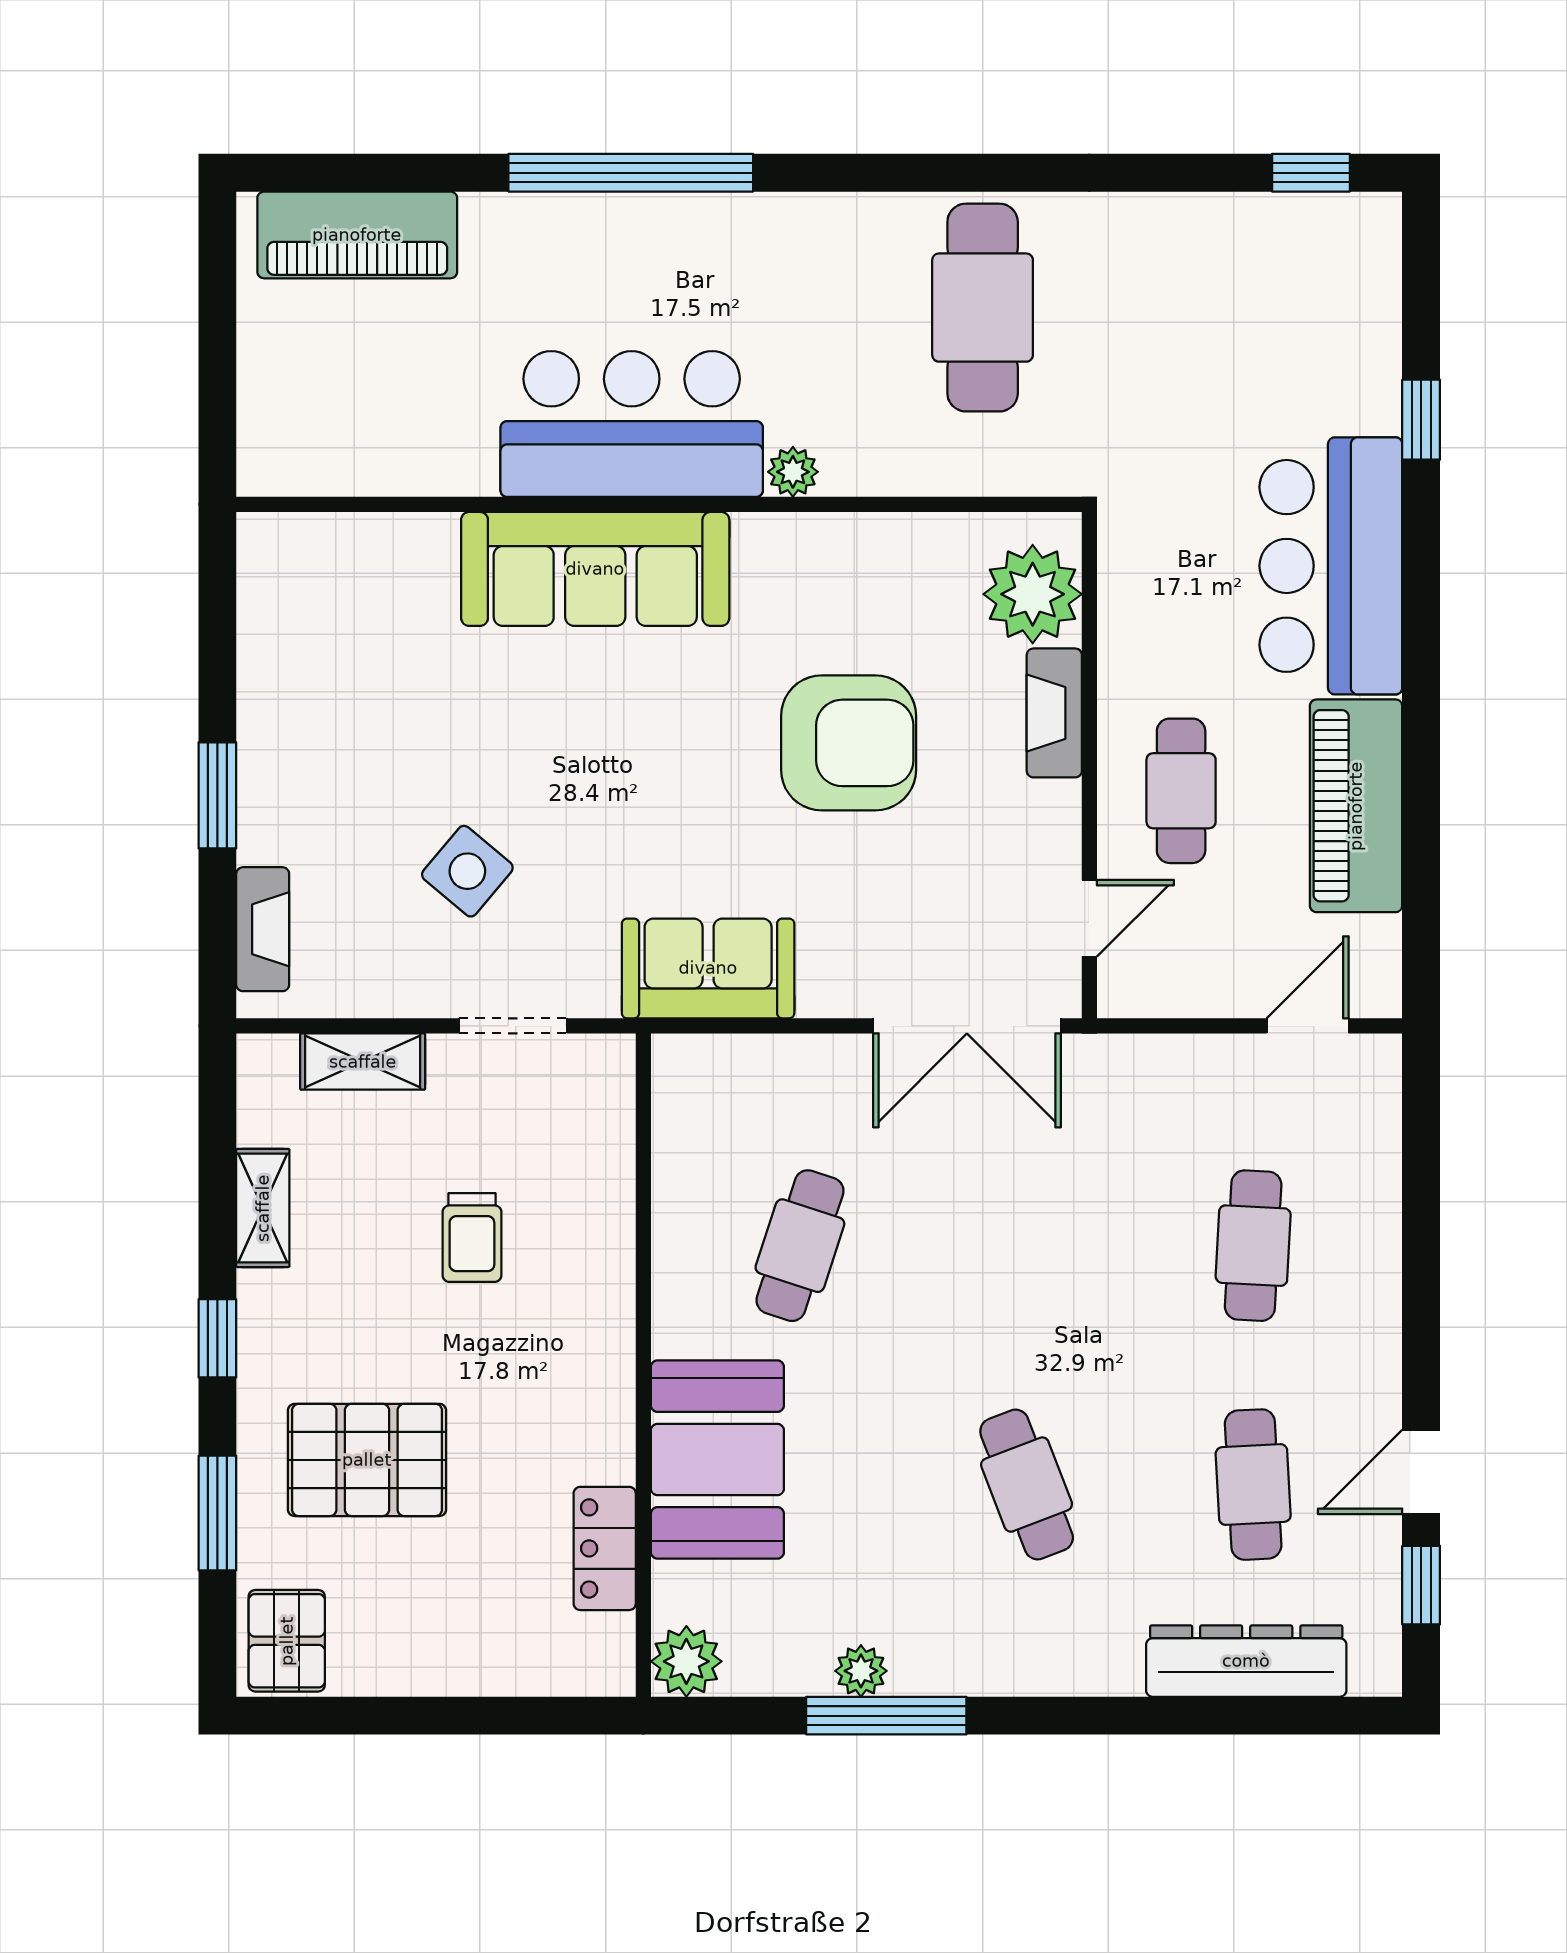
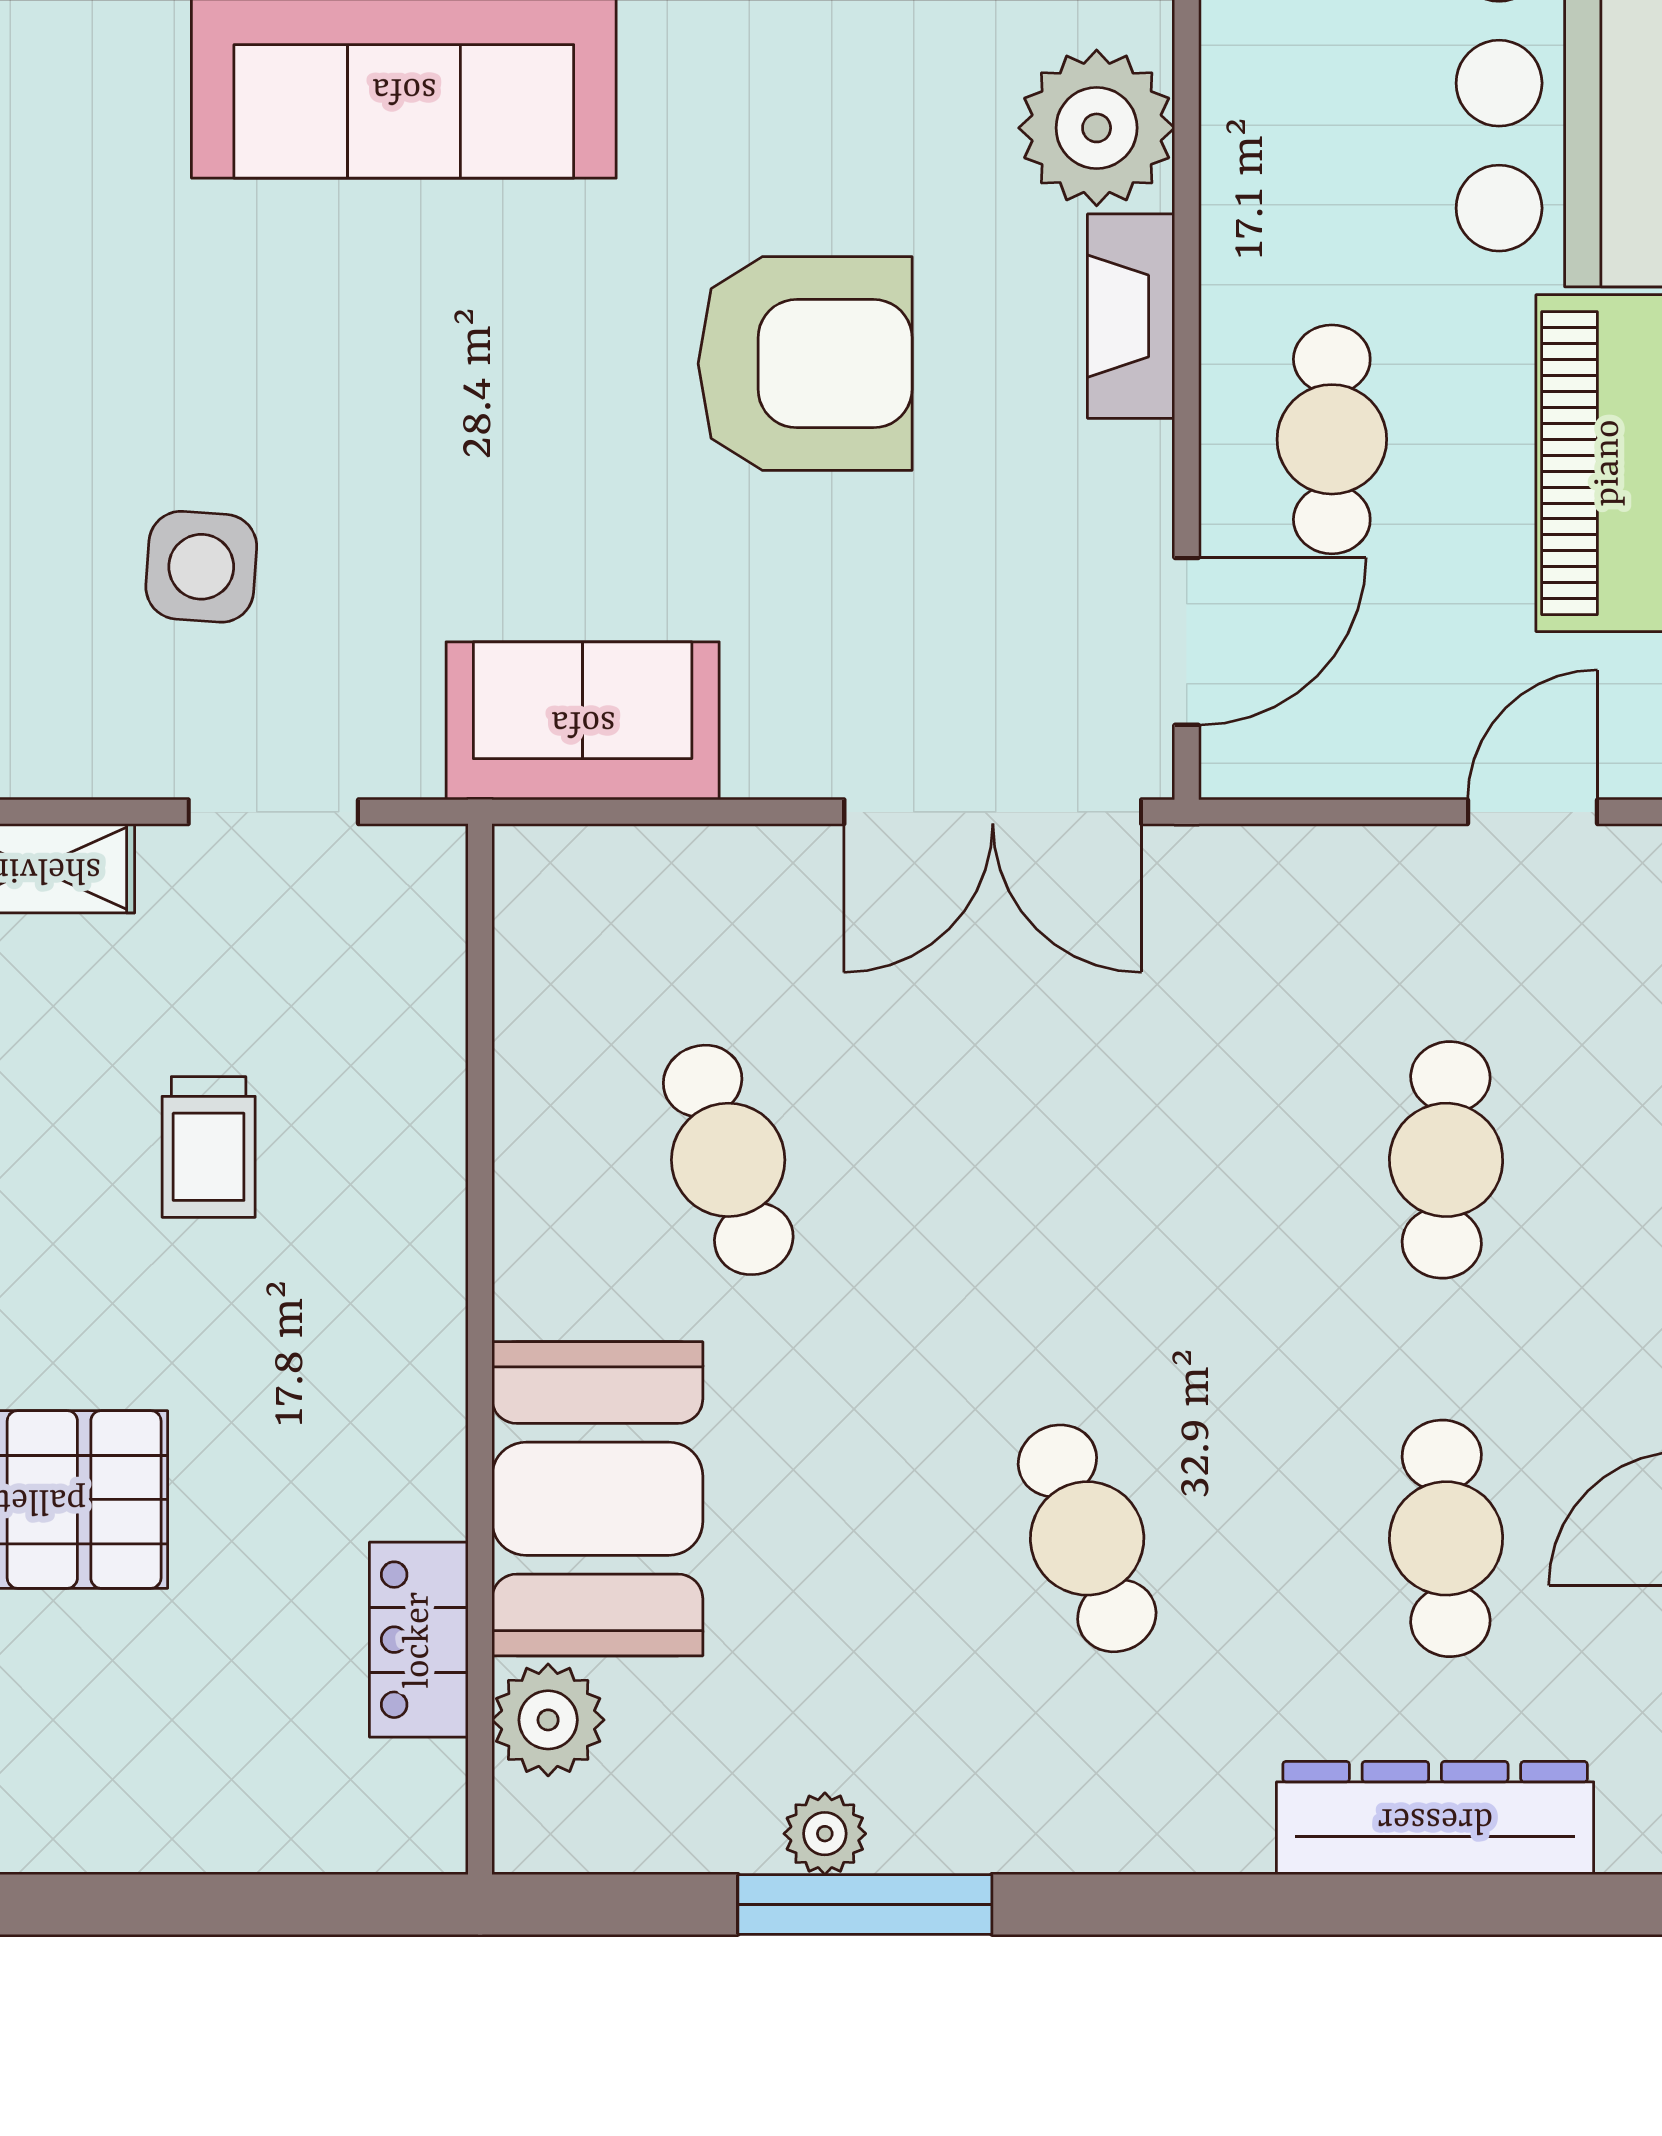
side table: (467, 871) -> (201, 567), turned -36
door: (1089, 918) -> (1187, 641), width x1.38
cafe table: (800, 1246) -> (728, 1160), turned -36
plant: (686, 1661) -> (548, 1720), moved

